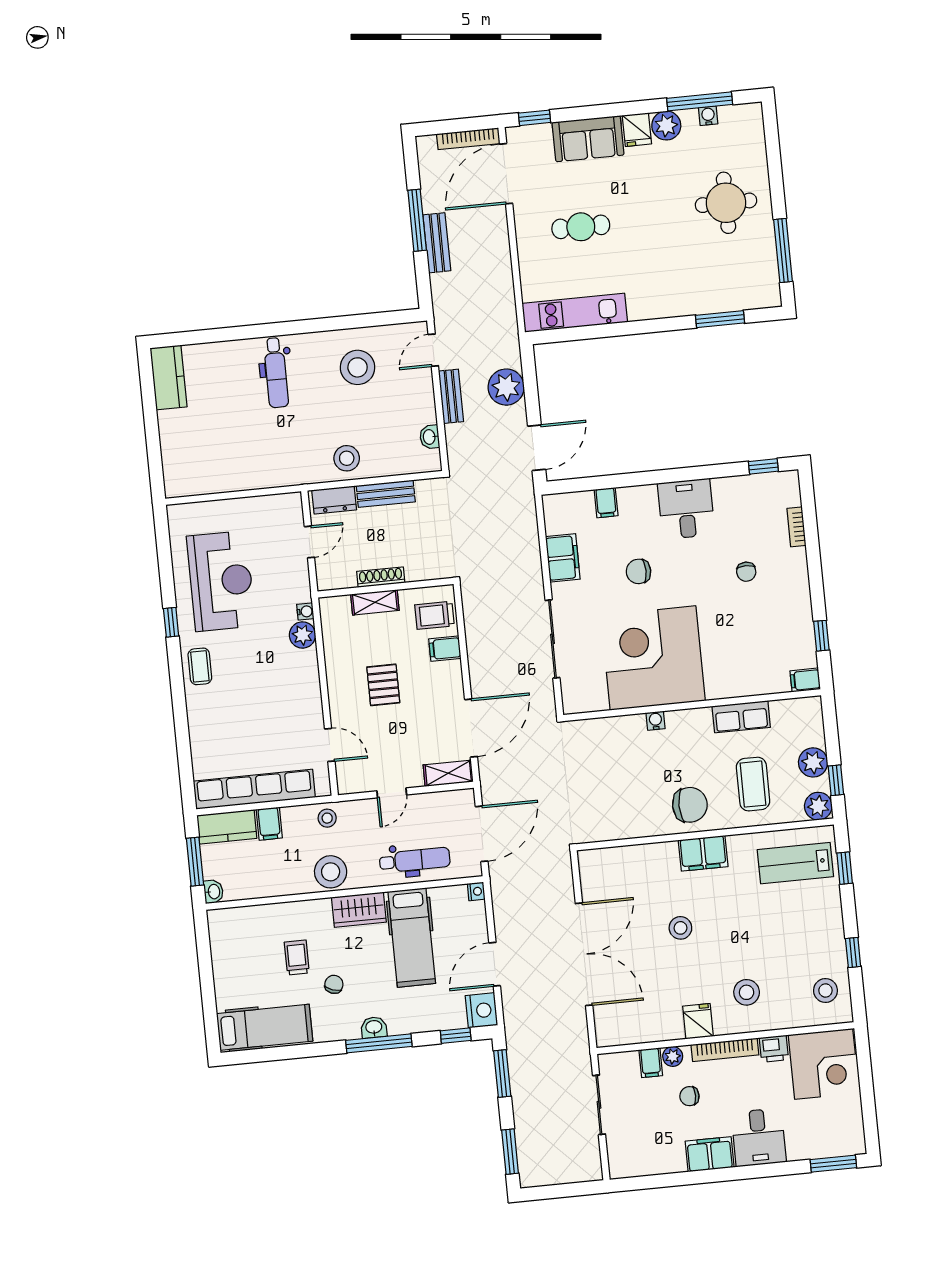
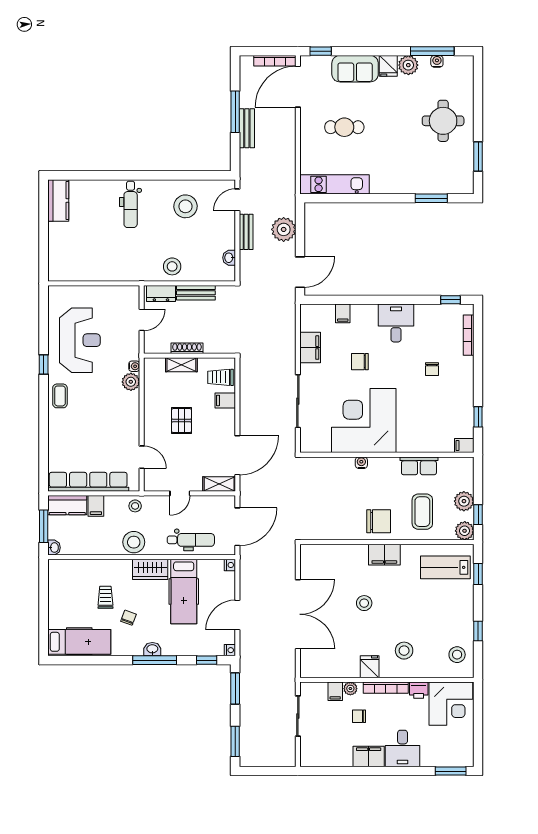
window: (783, 250) -> (478, 157), width x0.69
bookcase: (797, 527) -> (469, 335), width x1.56
nightstand: (481, 1010) -> (230, 650), width x0.53, depth x0.56

